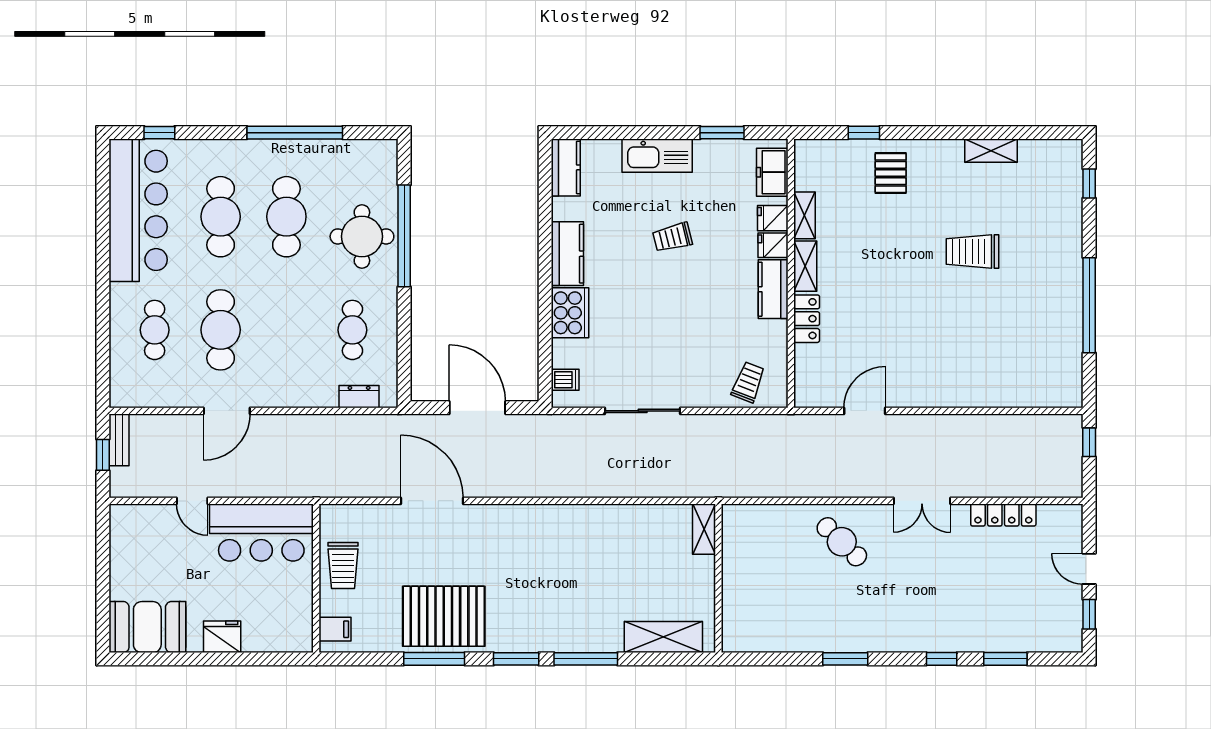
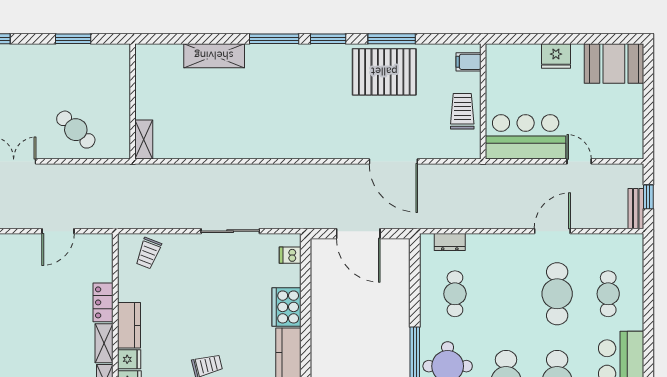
shelving: (704, 529) -> (144, 139), moved
wall: (718, 578) -> (133, 101), moved

